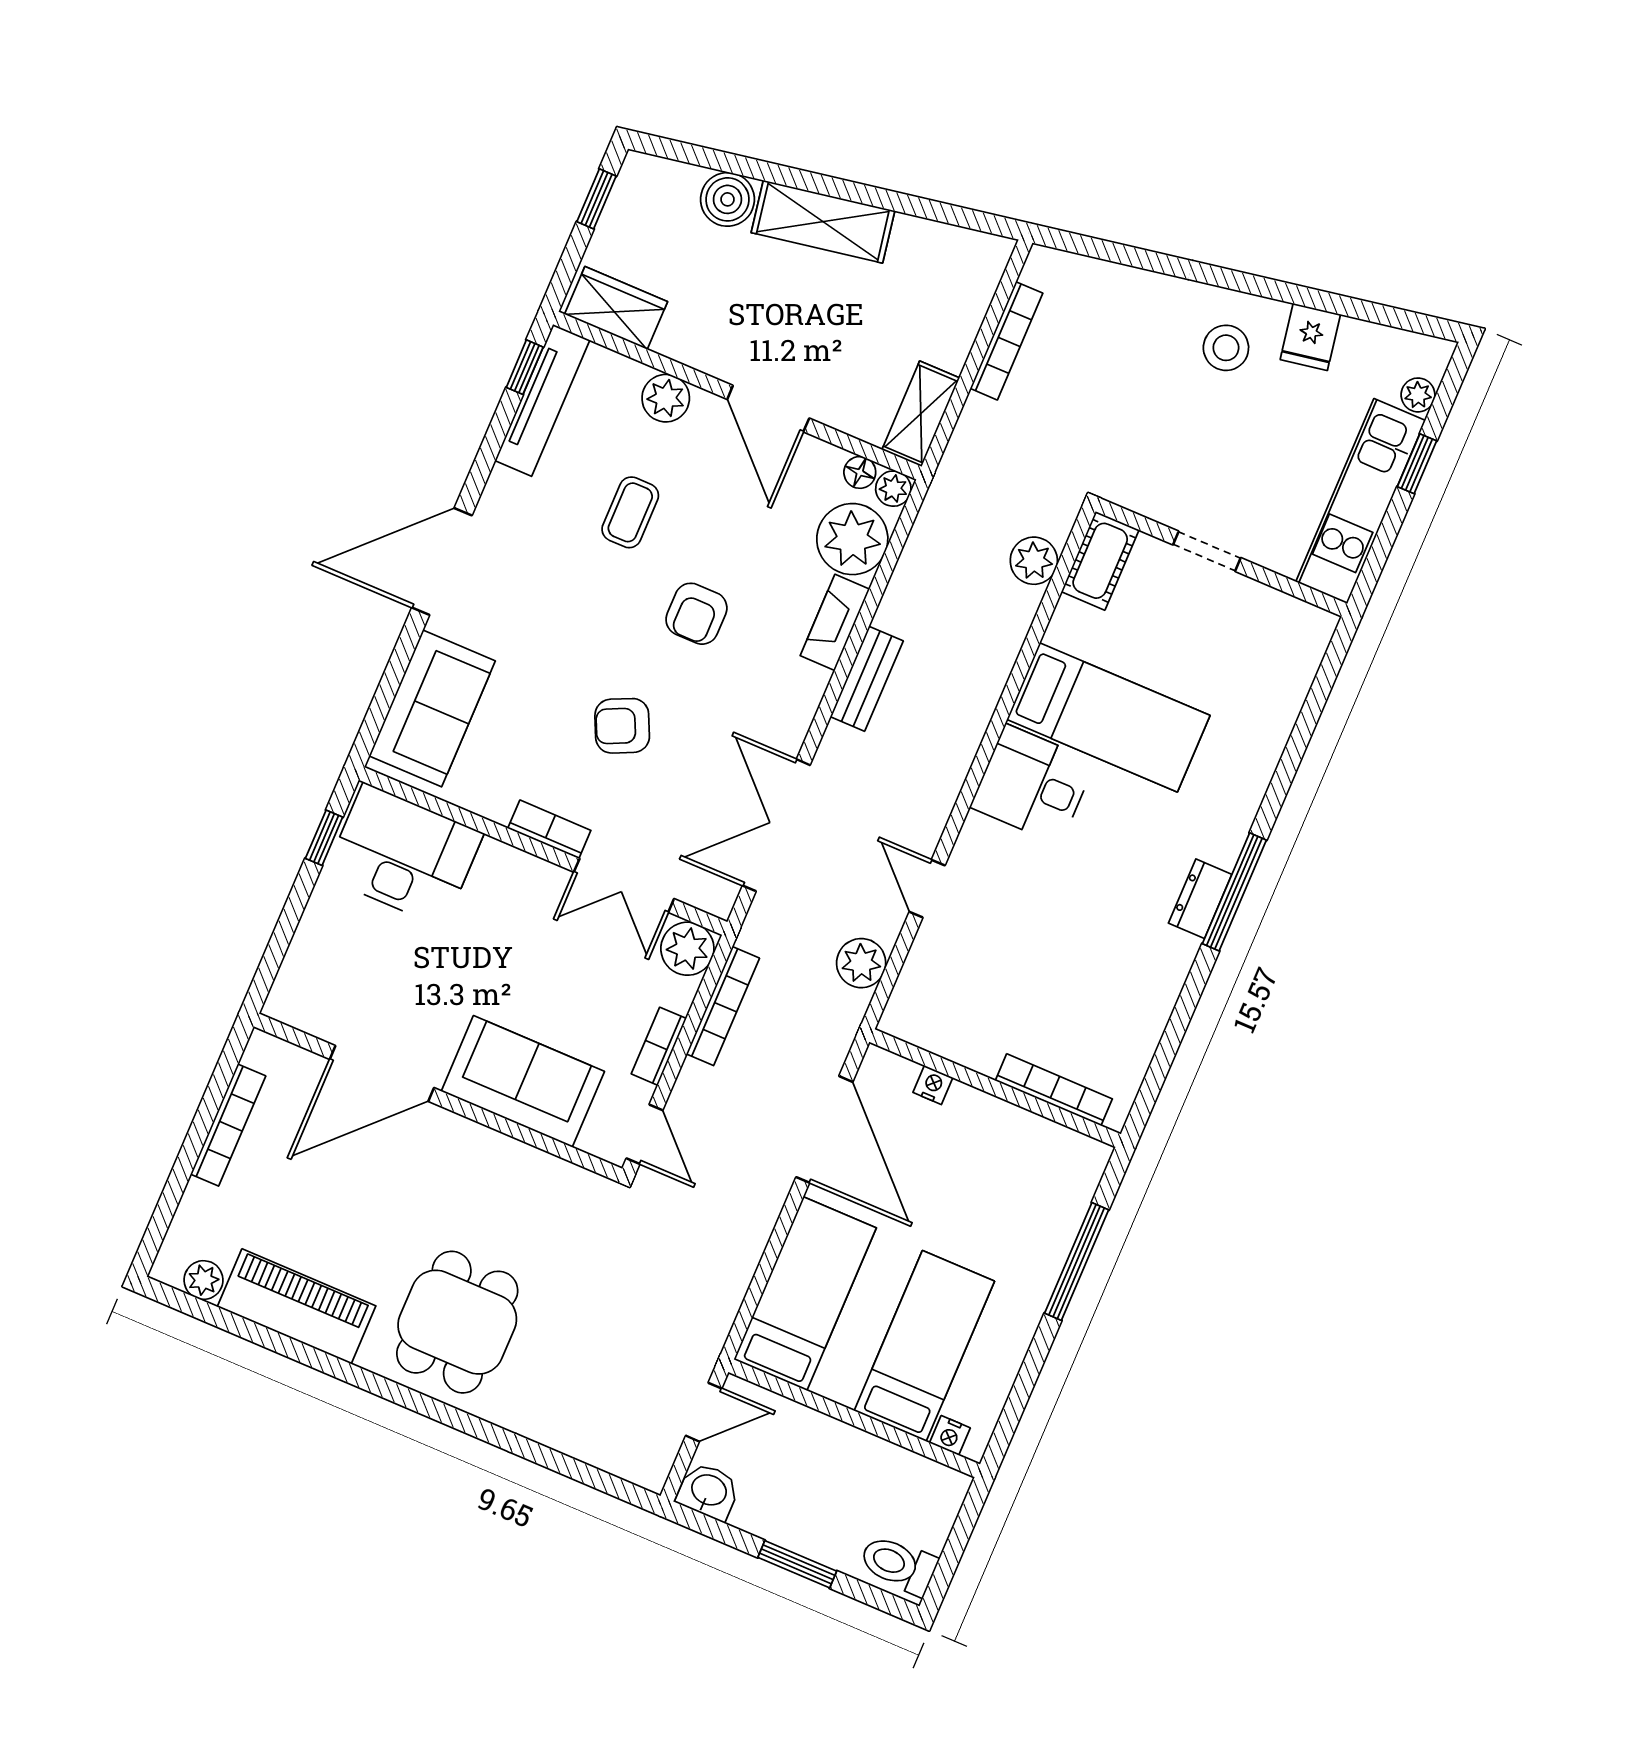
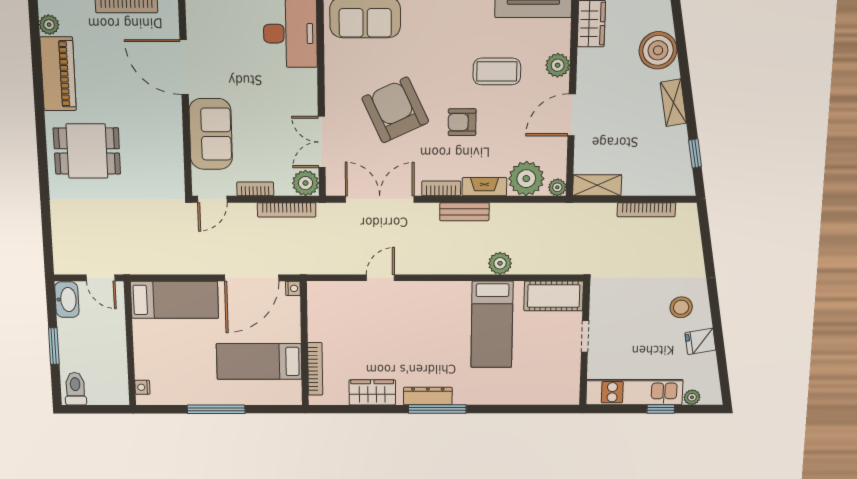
boiler: (727, 199) -> (658, 50), width x1.37, depth x1.37
window: (937, 211) -> (695, 153), added
shelving: (823, 222) -> (673, 103), width x0.67, depth x0.75
floor lamp: (860, 472) -> (559, 169), removed
coffee table: (630, 512) -> (497, 71), width x1.36, depth x1.30
plant: (1034, 561) -> (500, 263), moved
cot: (1100, 561) -> (554, 296), width x1.37, depth x1.34
armchair: (622, 726) -> (395, 110), width x1.88, depth x1.88
desk: (1033, 784) -> (448, 304), removed
bookcase: (549, 829) -> (441, 188), moved, turned -90
dresser: (1200, 899) -> (428, 396), width x1.44
plant: (861, 963) -> (334, 263), removed
wardrobe: (1147, 1002) -> (372, 392), added
nightstand: (933, 1085) -> (293, 288), moved
window: (1077, 1261) -> (216, 409), moved
bed: (924, 1346) -> (259, 361), moved, turned 180
washbasin: (708, 1491) -> (67, 300), width x1.38

